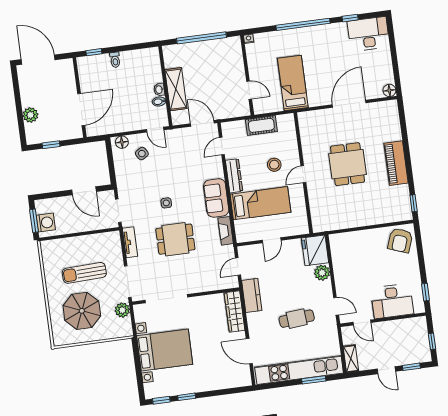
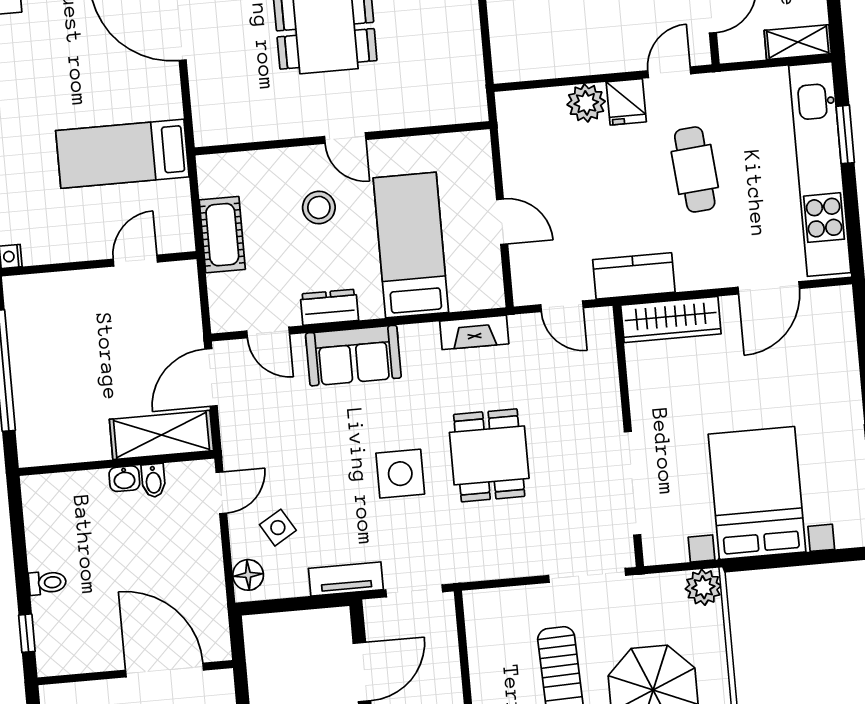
shelving: (176, 89) -> (161, 435), moved
dresser: (234, 176) -> (329, 307), width x0.70
sofa: (216, 198) -> (353, 356), moved
side table: (166, 203) -> (400, 474), width x1.87, depth x1.87
tv unit: (130, 242) -> (346, 579), moved
fridge: (315, 250) -> (626, 102), moved, width x0.53, depth x0.75
plant: (122, 310) -> (703, 587), moved

